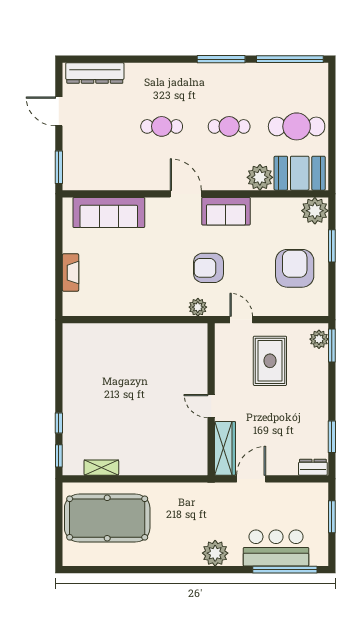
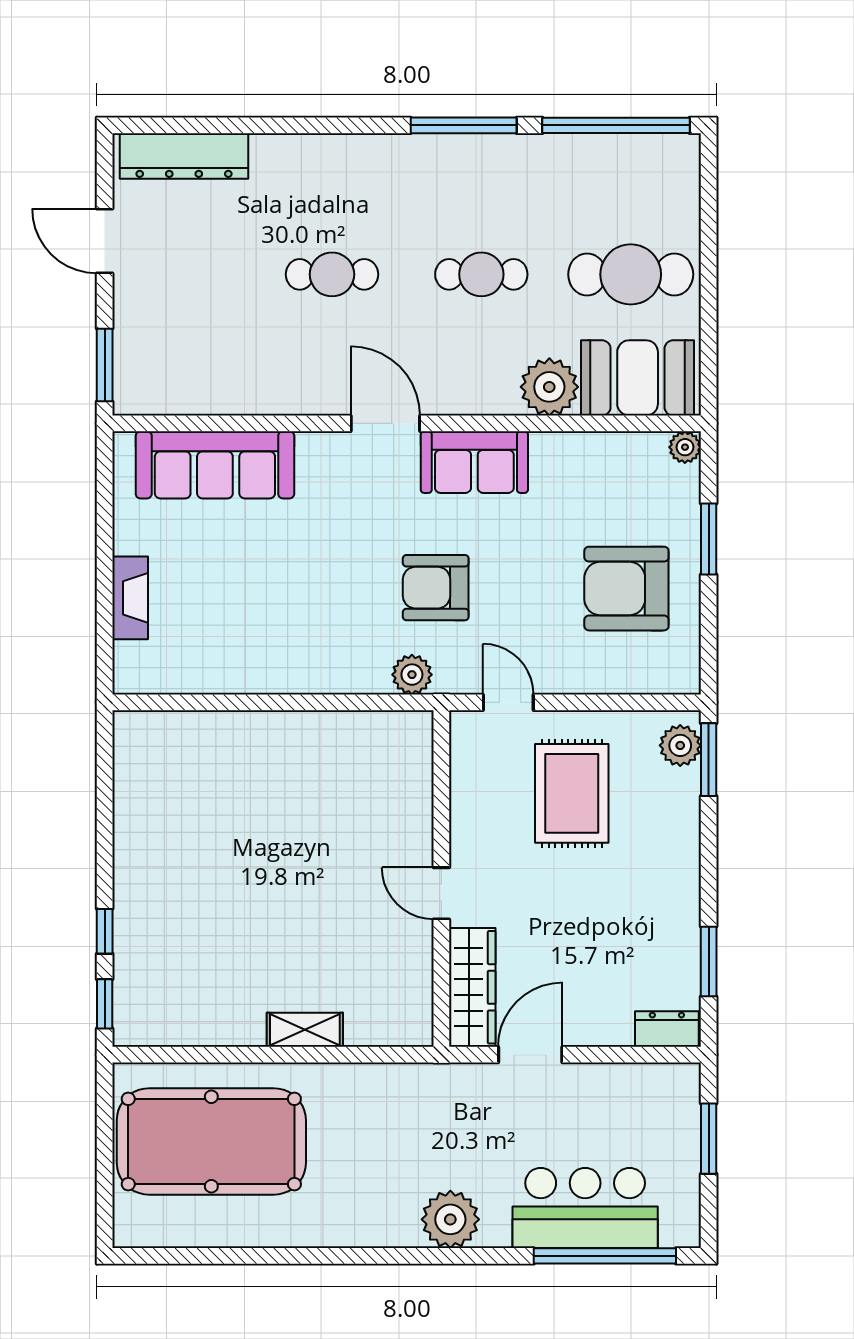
plant: (315, 211) -> (685, 447), width x0.53, depth x0.53
armchair: (295, 268) -> (626, 589), turned -90
shelving: (101, 468) -> (305, 1030), moved

